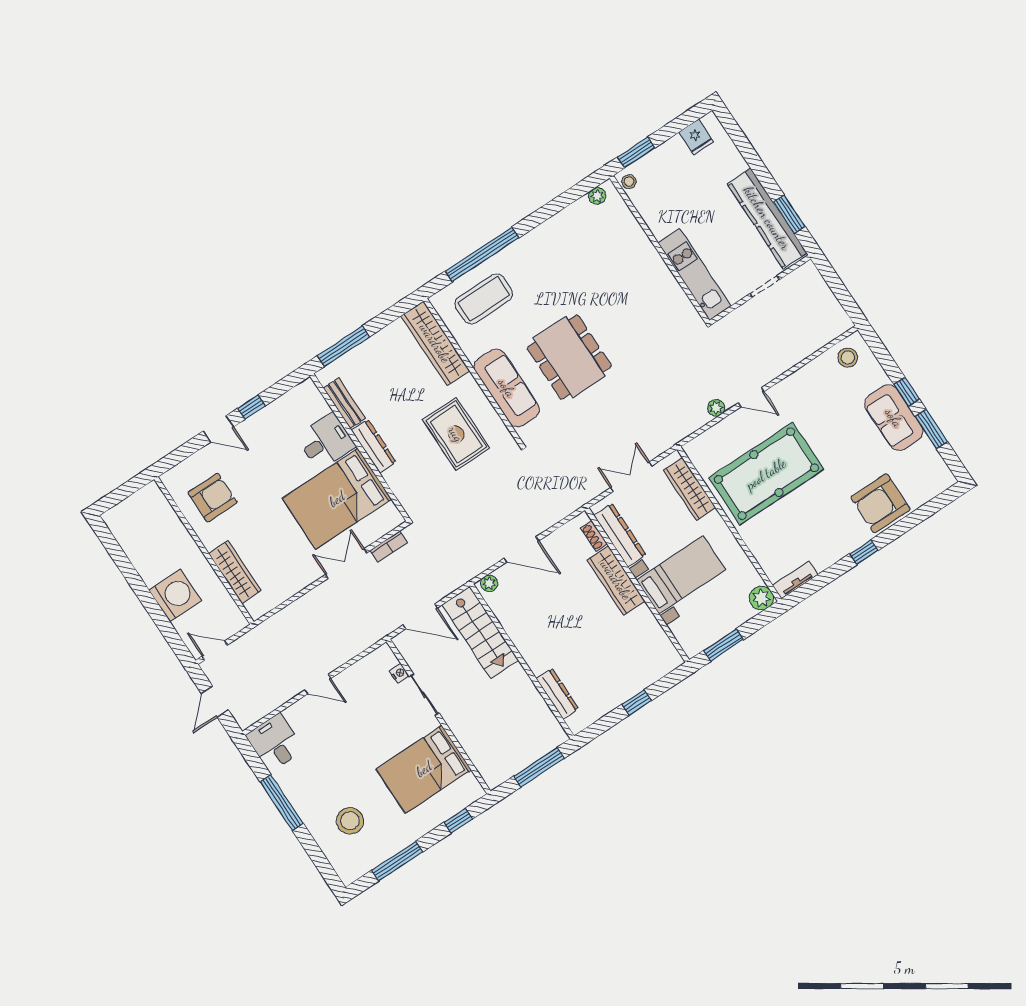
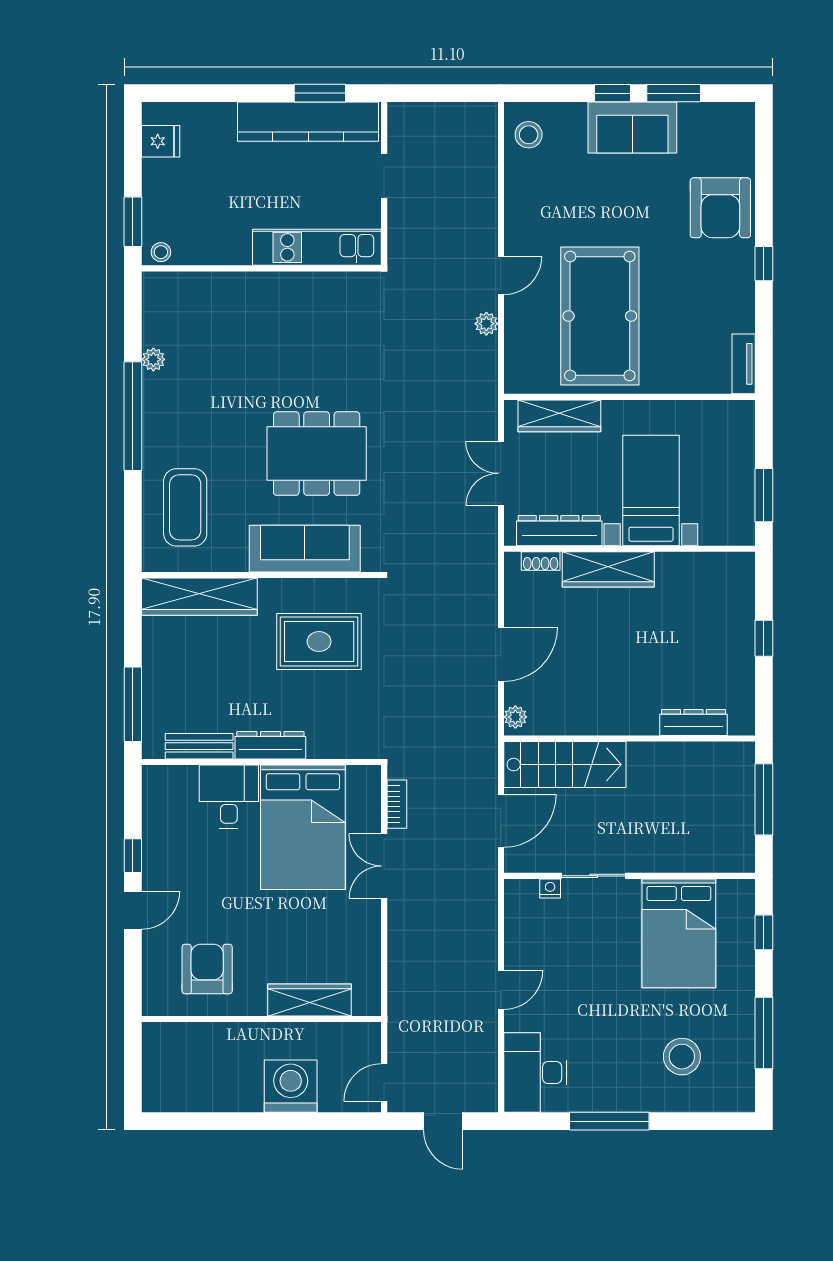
plant: (597, 196) -> (153, 359), moved
window: (482, 254) -> (133, 416), moved
plant: (761, 598) -> (739, 416), removed
desk: (275, 743) -> (535, 1072), width x1.37

